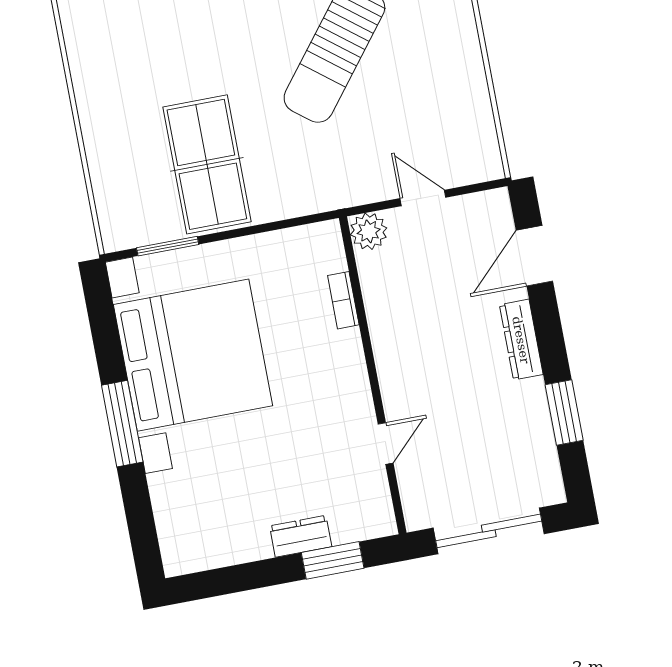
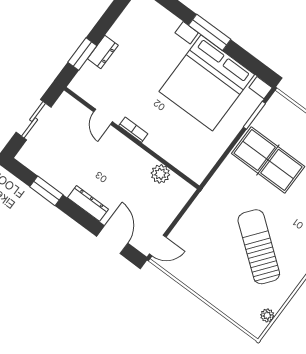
door: (423, 198) -> (158, 245), moved
plant: (369, 231) -> (160, 174), moved
bookcase: (343, 300) -> (133, 130), moved
sliding door: (489, 531) -> (34, 120), width x0.73

